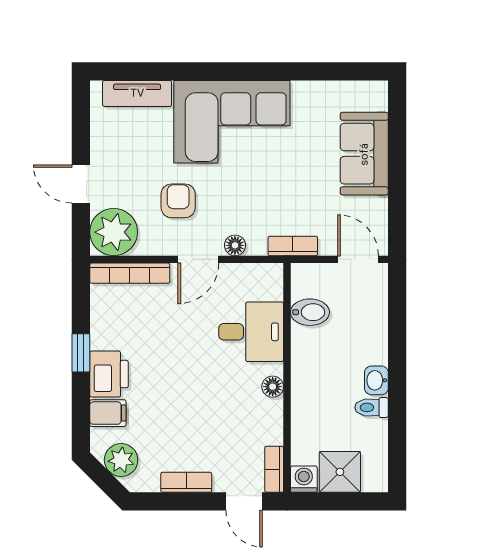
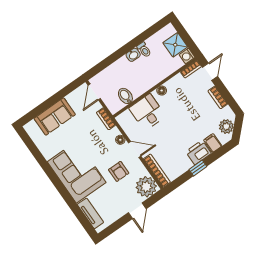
armchair: (178, 201) -> (119, 171), turned -90

